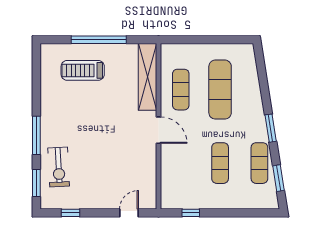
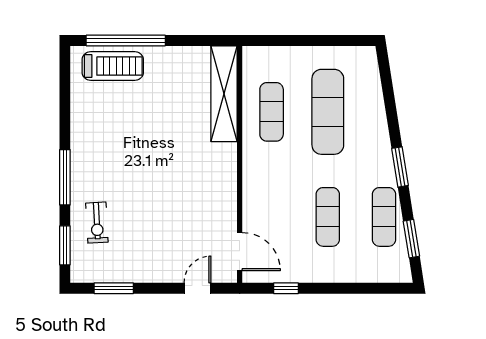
window: (99, 40) -> (126, 41), moved
treadmill: (83, 70) -> (113, 66), moved, turned 180
door: (158, 130) -> (240, 252), moved
exercise bike: (59, 167) -> (97, 223), width x0.73, depth x0.72
window: (71, 213) -> (114, 288), width x1.50

